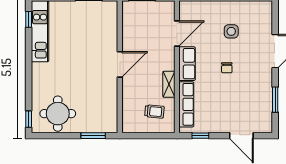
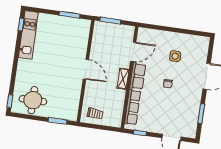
door: (120, 64) -> (86, 69), hinge flipped
shelving: (169, 84) -> (123, 79), moved
trolley: (154, 111) -> (95, 114), moved

